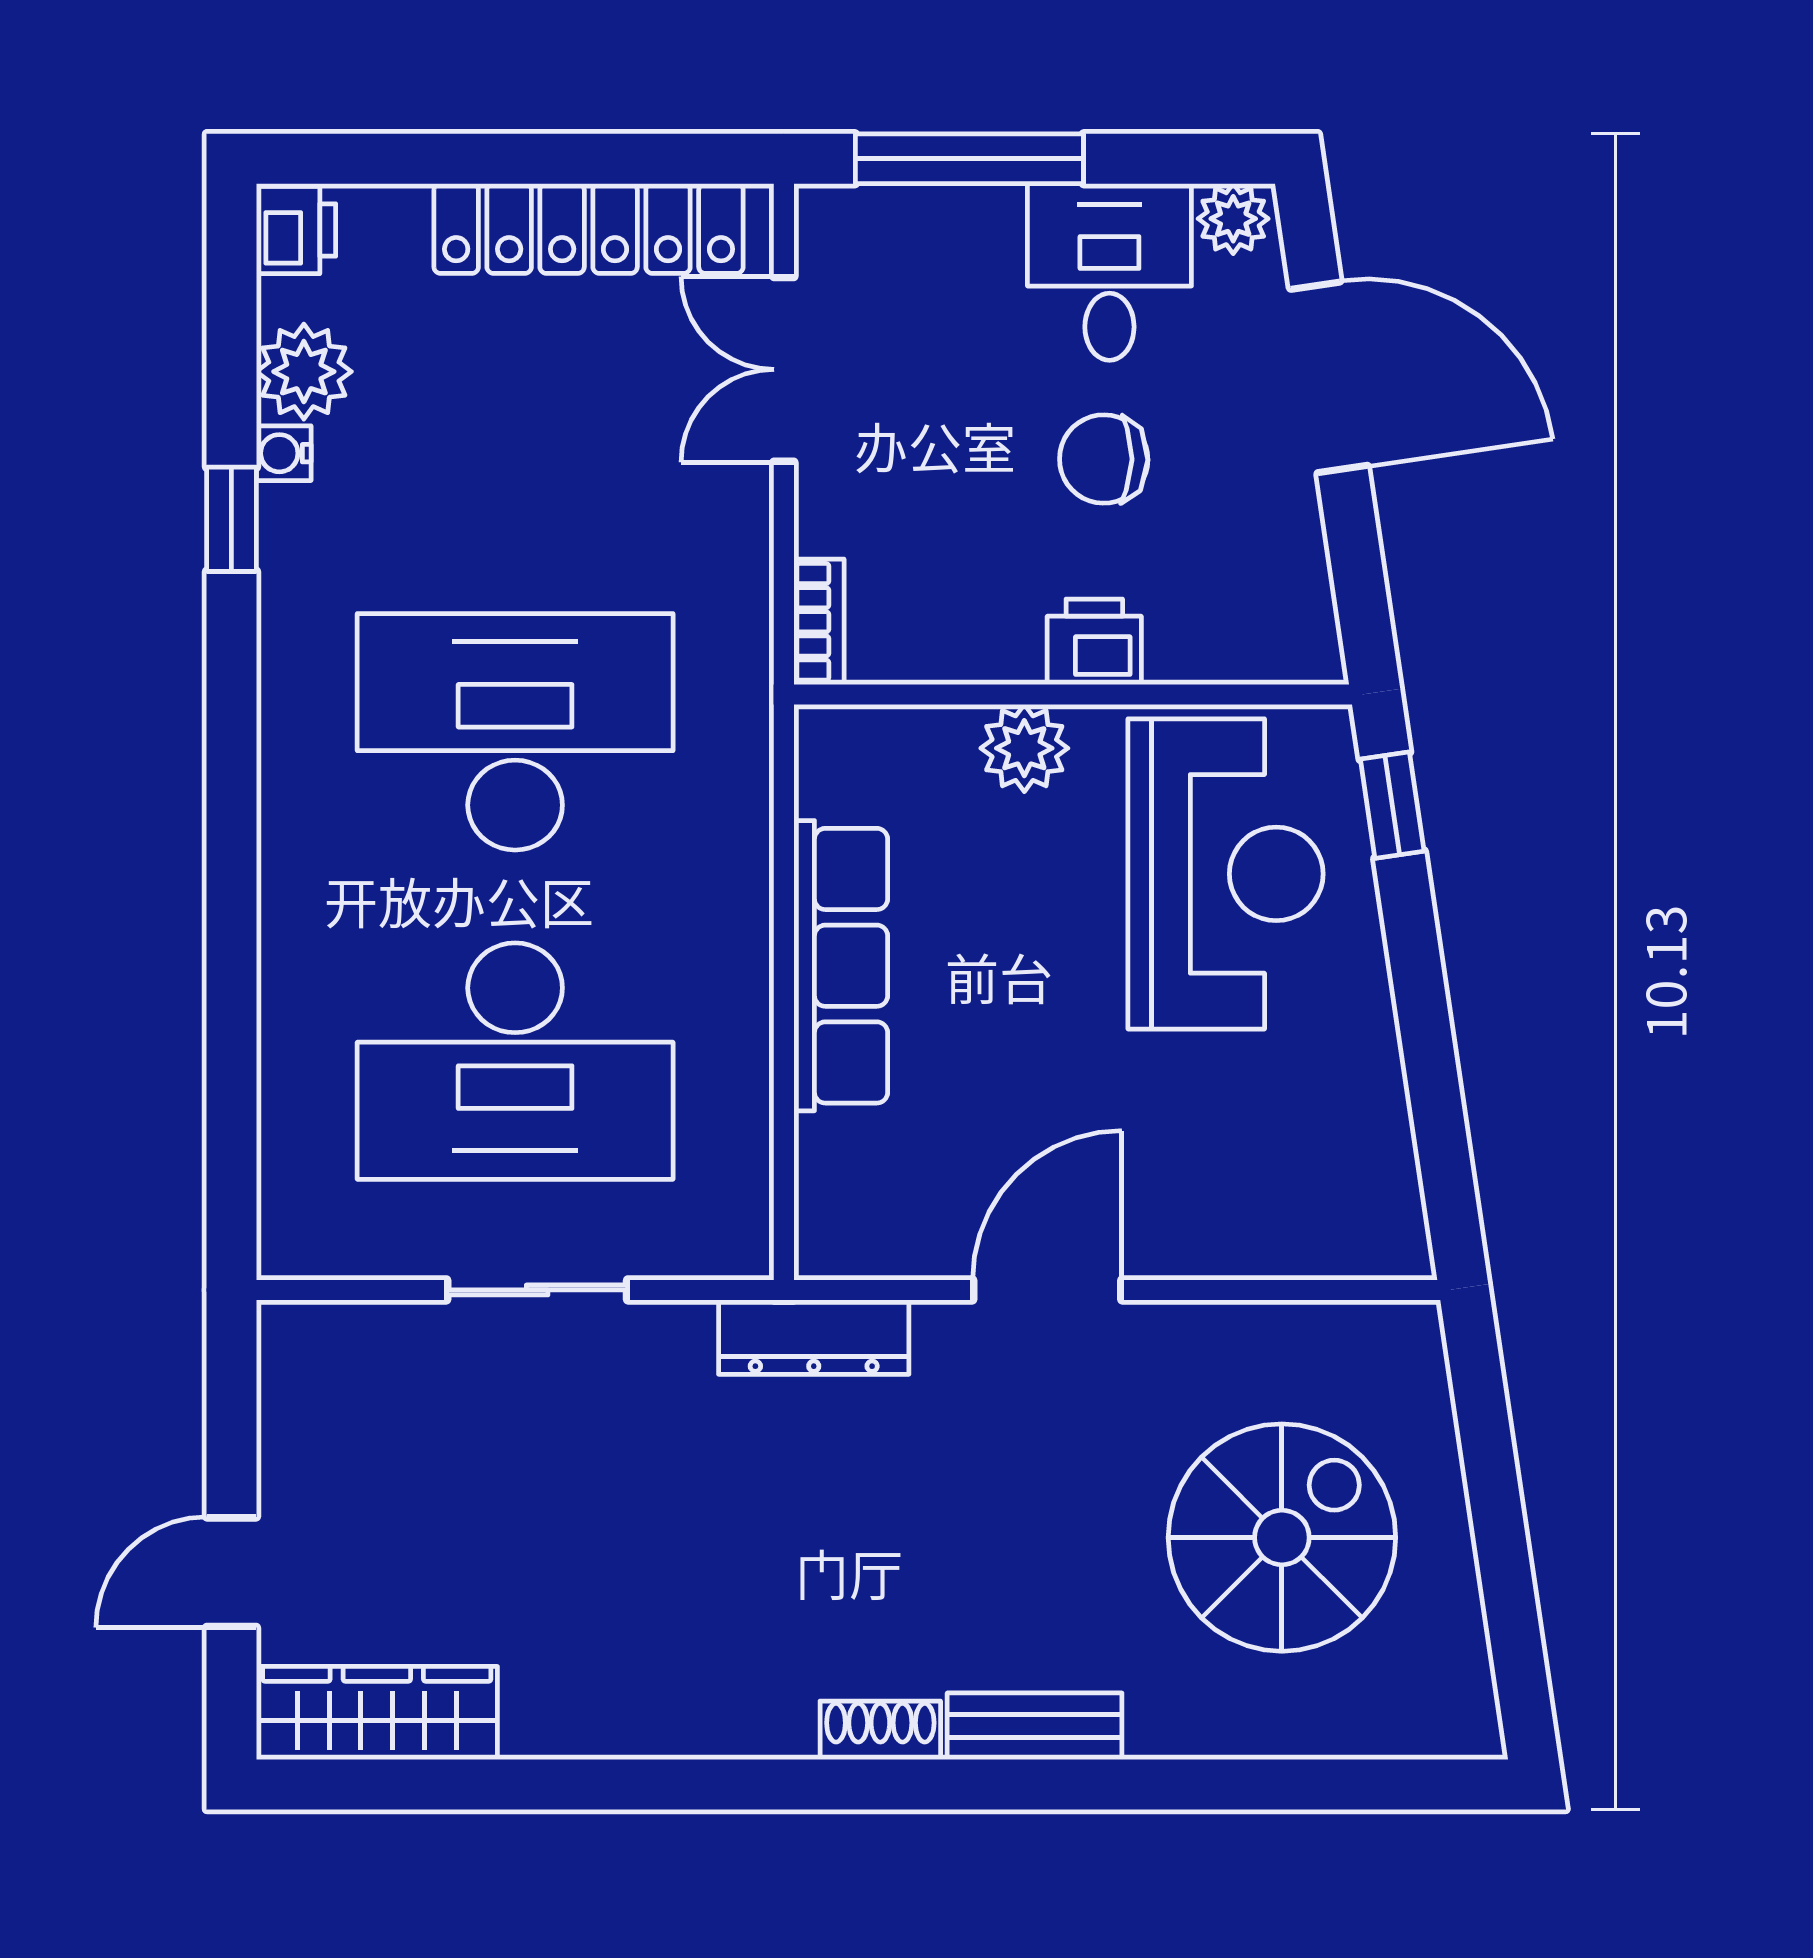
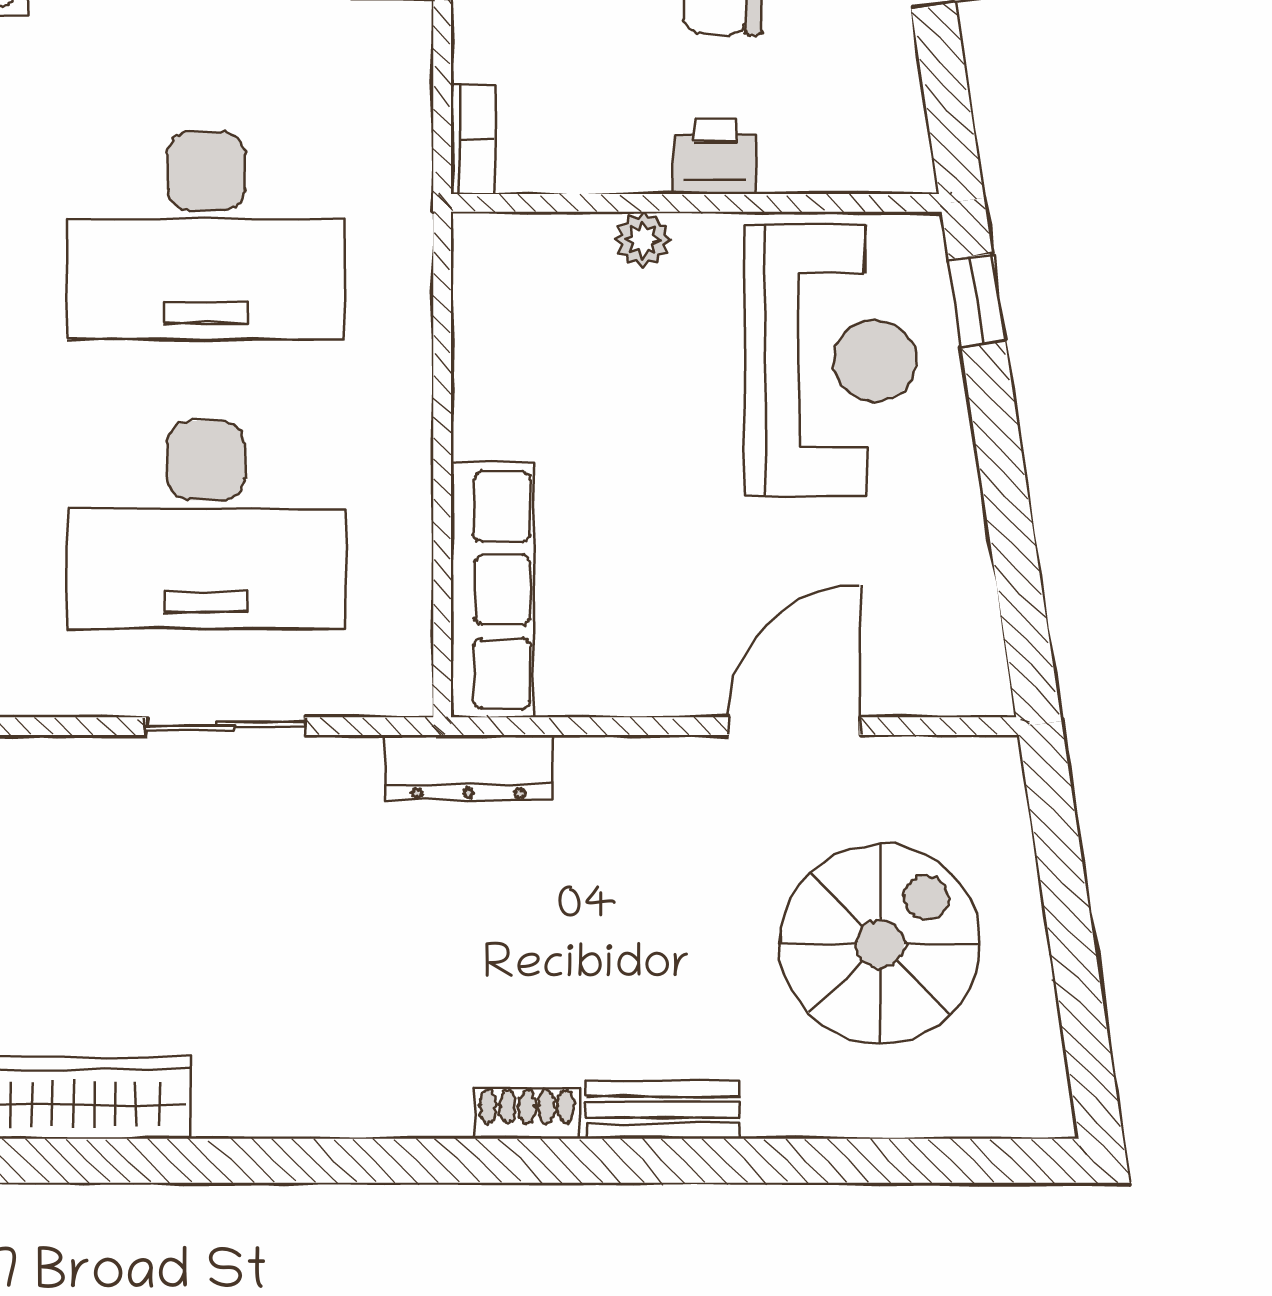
desk: (515, 732) -> (206, 236), turned 180
plant: (1024, 748) -> (643, 240), width x0.73, depth x0.73
row of seats: (841, 966) -> (492, 590), moved
door: (1047, 1290) -> (794, 726), moved

